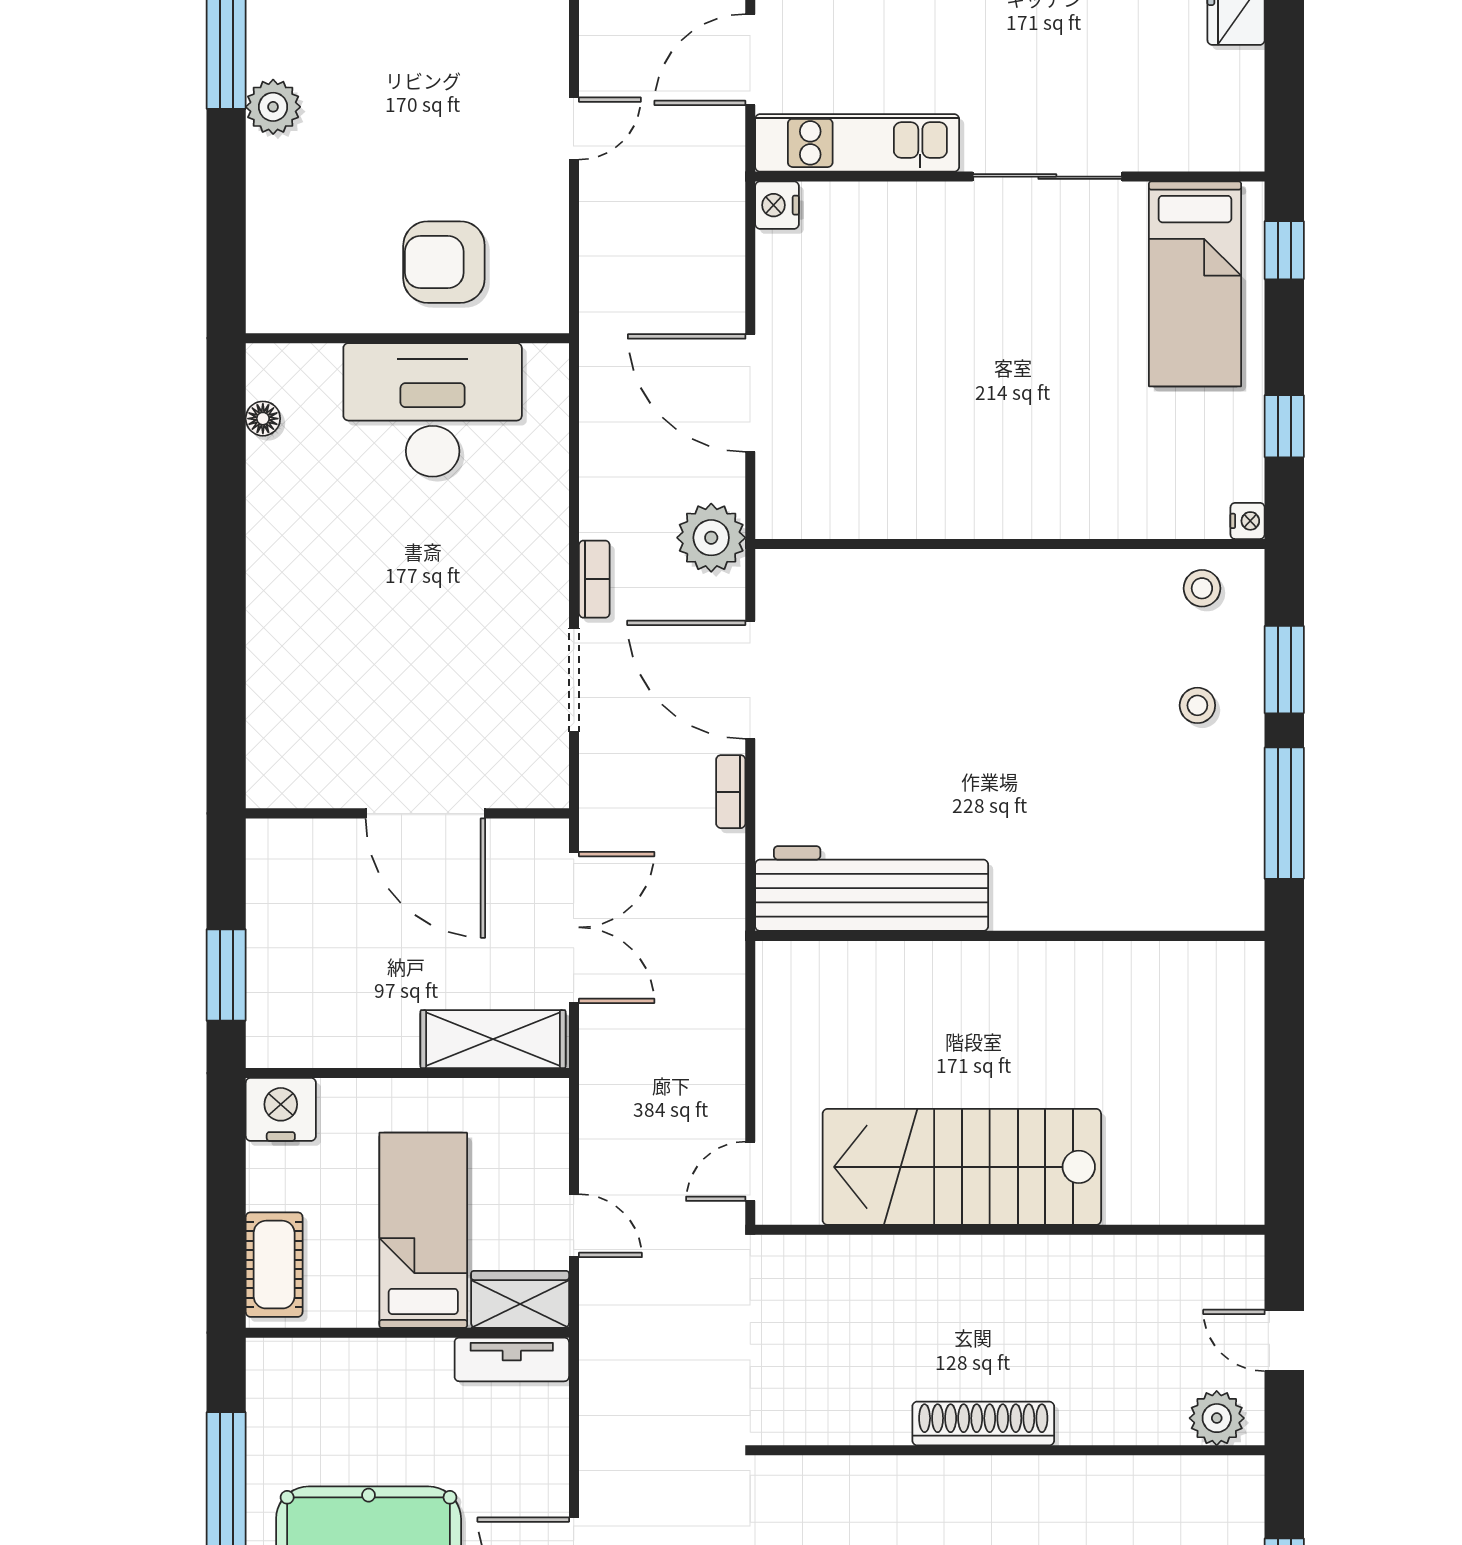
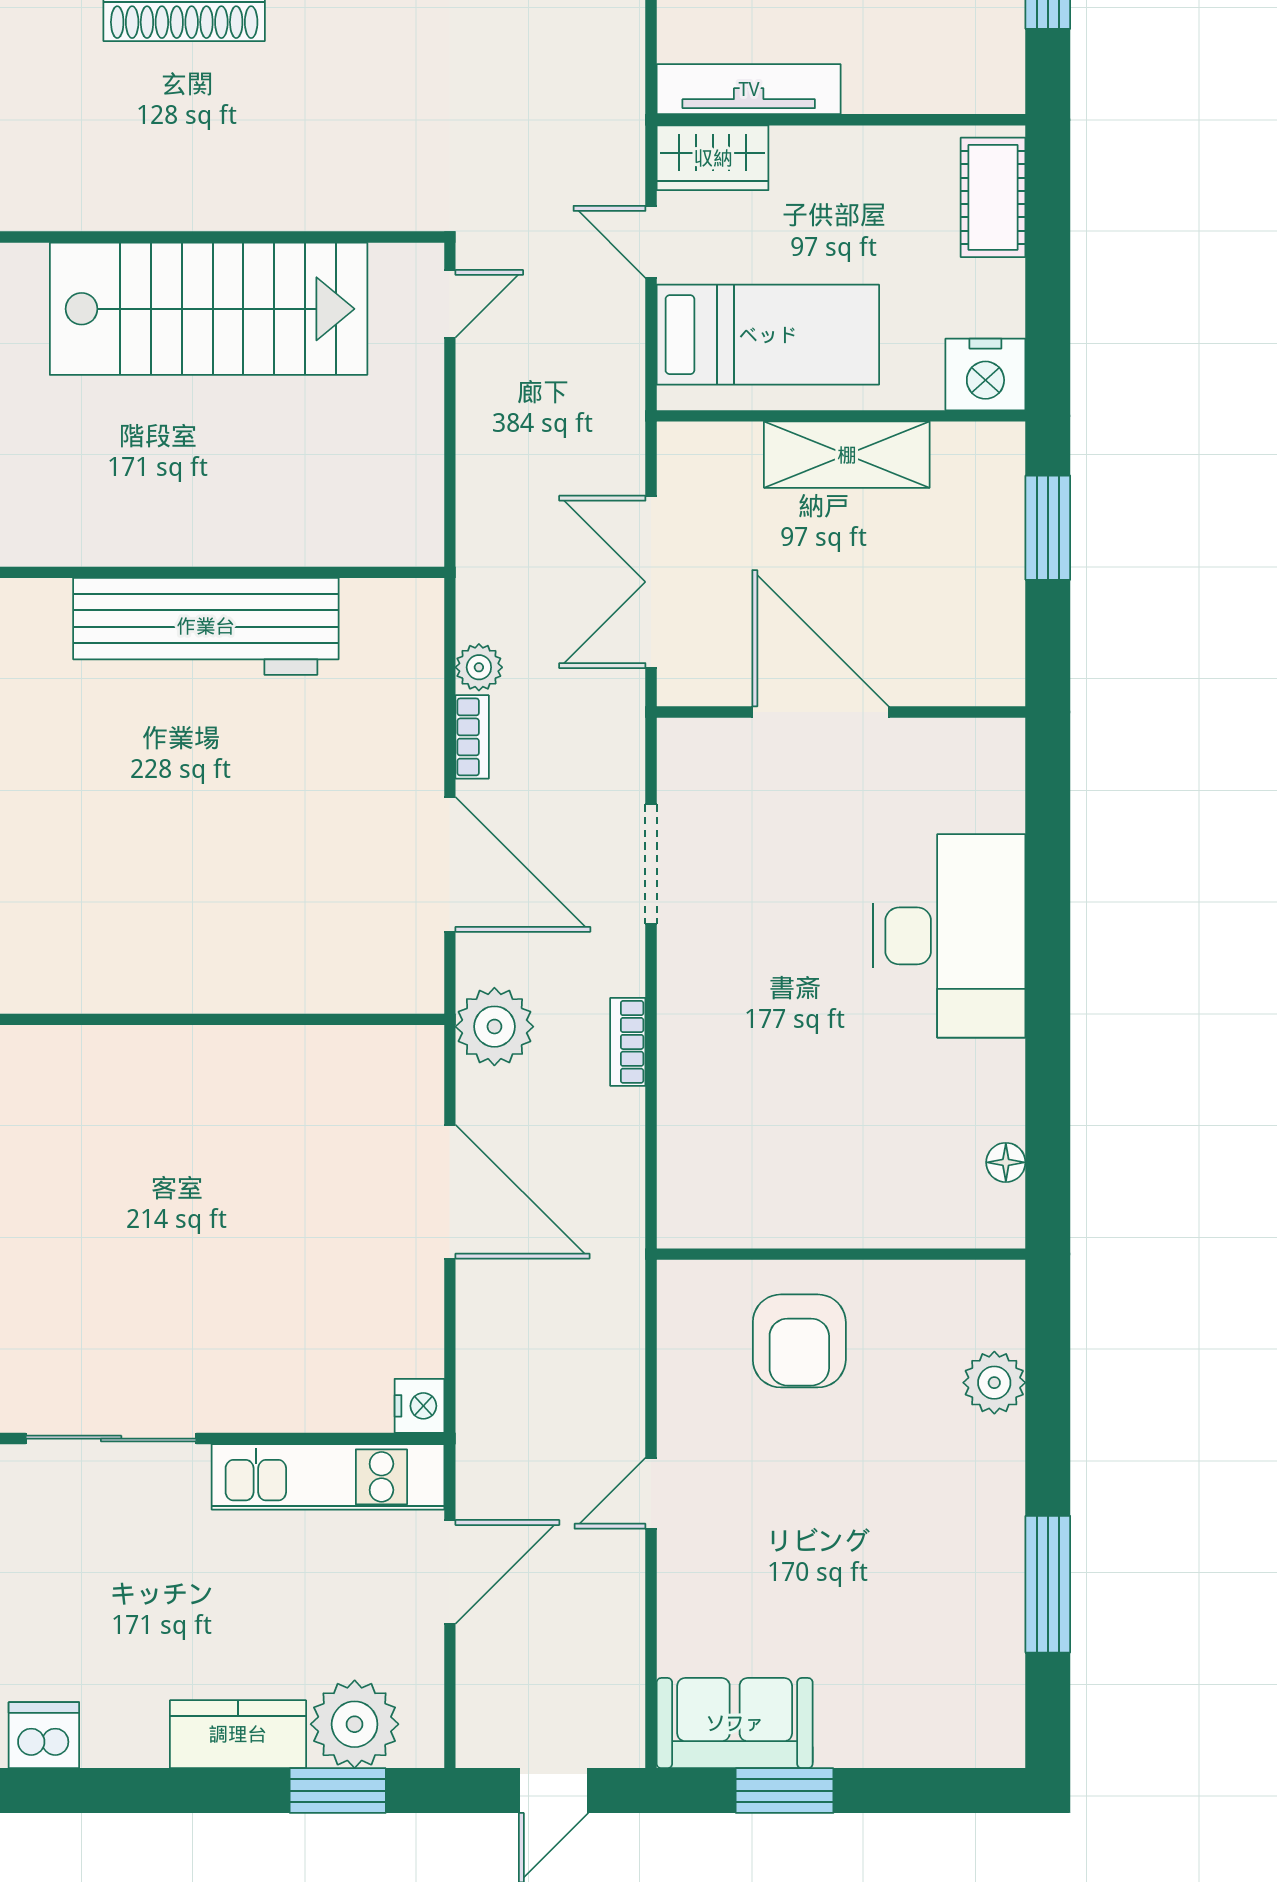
plant: (273, 107) -> (994, 1383), moved
armchair: (444, 262) -> (799, 1341), turned 90
desk: (433, 410) -> (949, 936), moved, turned -90
bookcase: (594, 579) -> (628, 1042), moved
plant: (725, 853) -> (479, 667), added
workbench: (872, 889) -> (206, 626), moved
shelving: (493, 1039) -> (847, 455), moved
bed: (423, 1230) -> (768, 335), moved, turned -90
tv unit: (512, 1359) -> (749, 89), width x1.41

